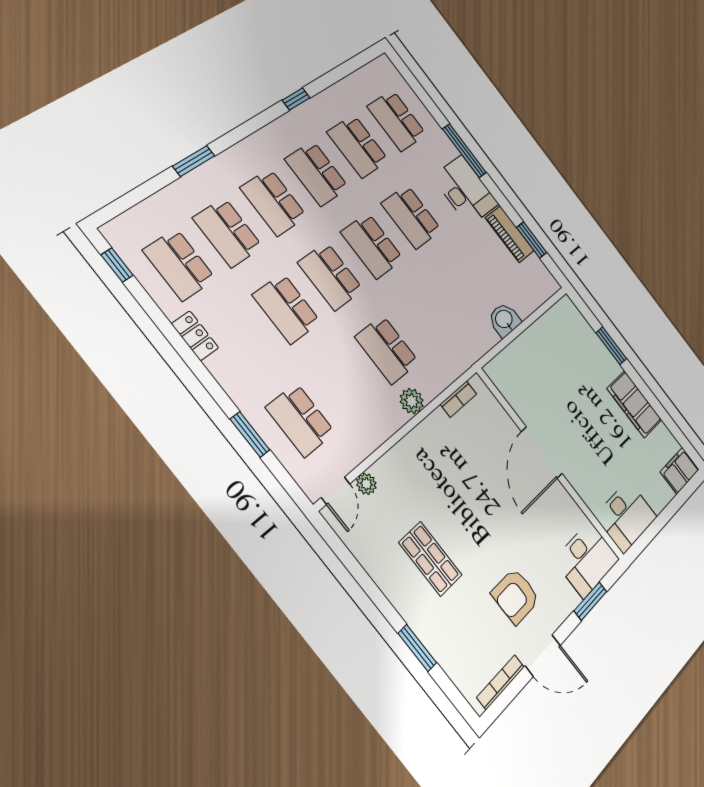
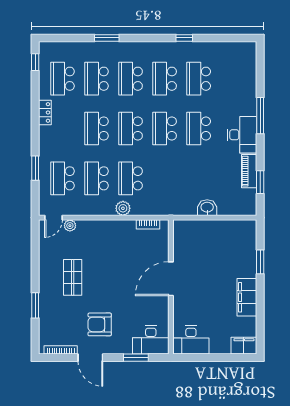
school desk: (397, 121) -> (97, 178), moved

